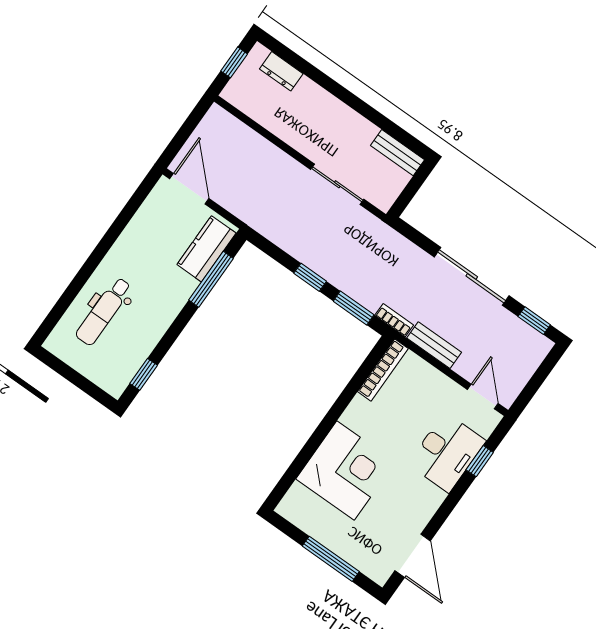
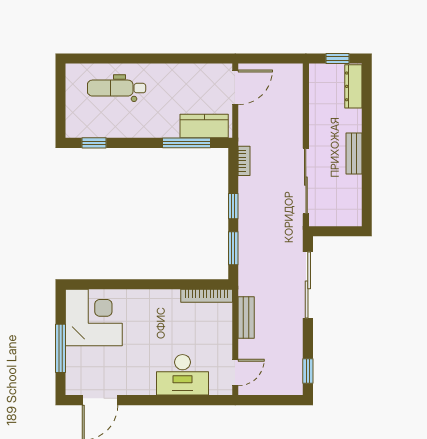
dresser: (281, 71) -> (353, 86), width x1.44
bench: (398, 153) -> (354, 153), moved
sliding door: (337, 184) -> (306, 181), width x1.37
sliding door: (472, 276) -> (308, 285), moved
bookcase: (394, 320) -> (244, 161), moved
window: (480, 461) -> (192, 400), removed
corner desk: (345, 471) -> (94, 318), moved, turned -90

